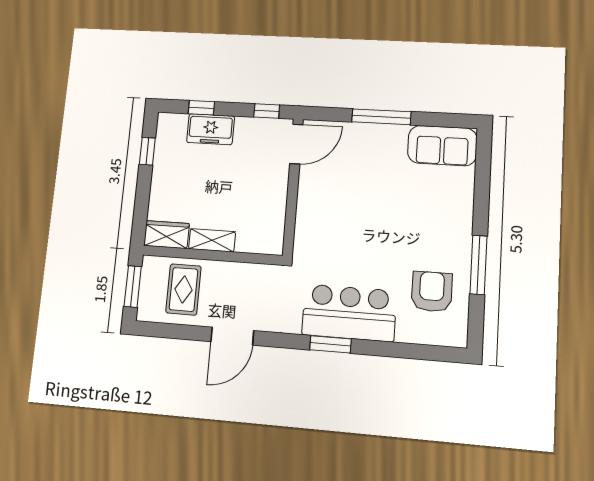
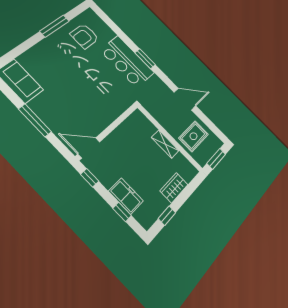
wardrobe: (166, 235) -> (174, 188), moved, turned 90

